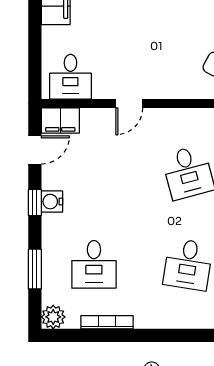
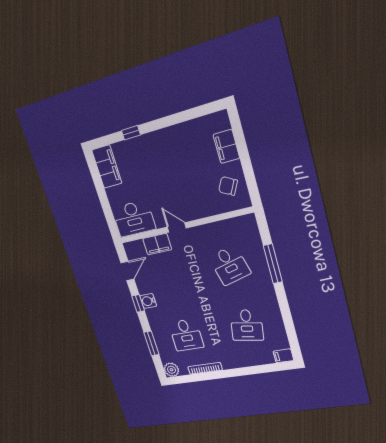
desk: (70, 77) -> (134, 219), width x1.37
door: (129, 104) -> (177, 227), swing flipped
filing cabinet: (60, 121) -> (157, 244), moved

